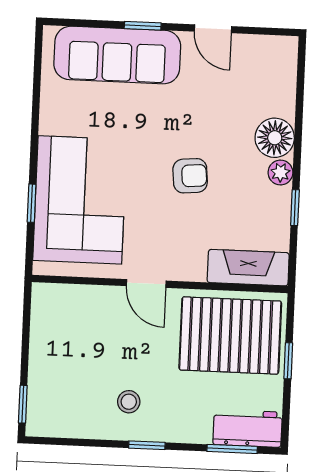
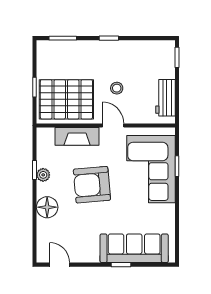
door: (213, 29) -> (60, 265), moved
plant: (280, 173) -> (43, 175), moved
armchair: (190, 176) -> (92, 185), width x1.88, depth x1.88
fireplace: (248, 268) -> (77, 136), moved
stool: (129, 402) -> (117, 88), moved
workbench: (248, 428) -> (165, 98), moved, turned 90

